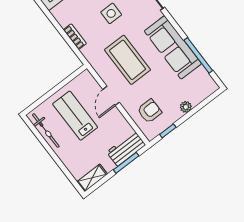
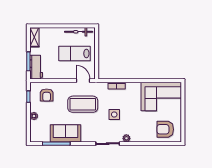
sofa: (173, 47) -> (65, 133), width x0.73
door: (111, 96) -> (83, 81), moved
lab bench: (75, 116) -> (75, 53), turned 180

